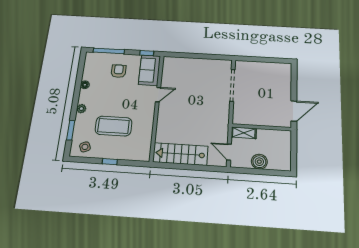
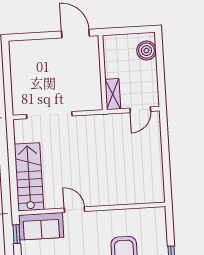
stairs: (180, 154) -> (29, 177), moved, turned 180
boiler: (259, 162) -> (146, 51), moved

